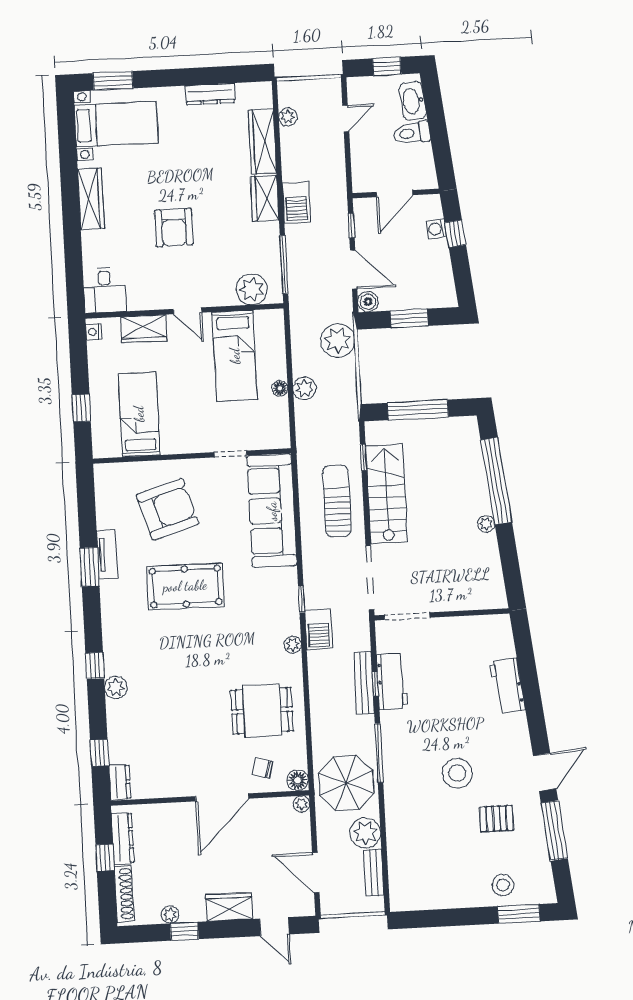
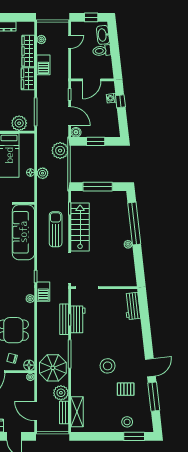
barbecue: (297, 202) -> (43, 65), moved
workbench: (507, 686) -> (132, 306), moved
shelving: (400, 870) -> (77, 412), added

